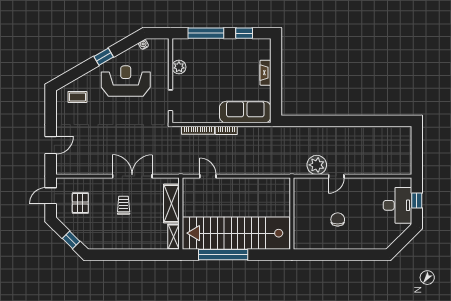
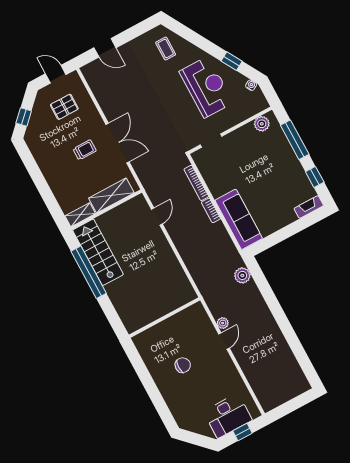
window: (104, 57) -> (232, 61), moved
plant: (179, 67) -> (262, 124), moved
fireplace: (266, 73) -> (309, 207), moved
plant: (292, 133) -> (242, 275), added
plant: (317, 165) -> (223, 323), width x0.53, depth x0.53
door: (336, 176) -> (224, 341), swing flipped
stairs: (236, 233) -> (98, 252), width x0.54, depth x0.66

